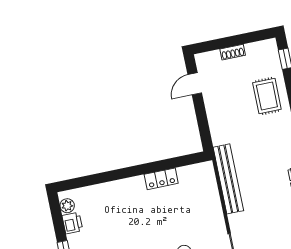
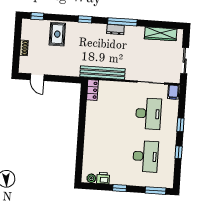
rug: (267, 96) -> (57, 34), turned 90
locker: (161, 179) -> (92, 90), moved

